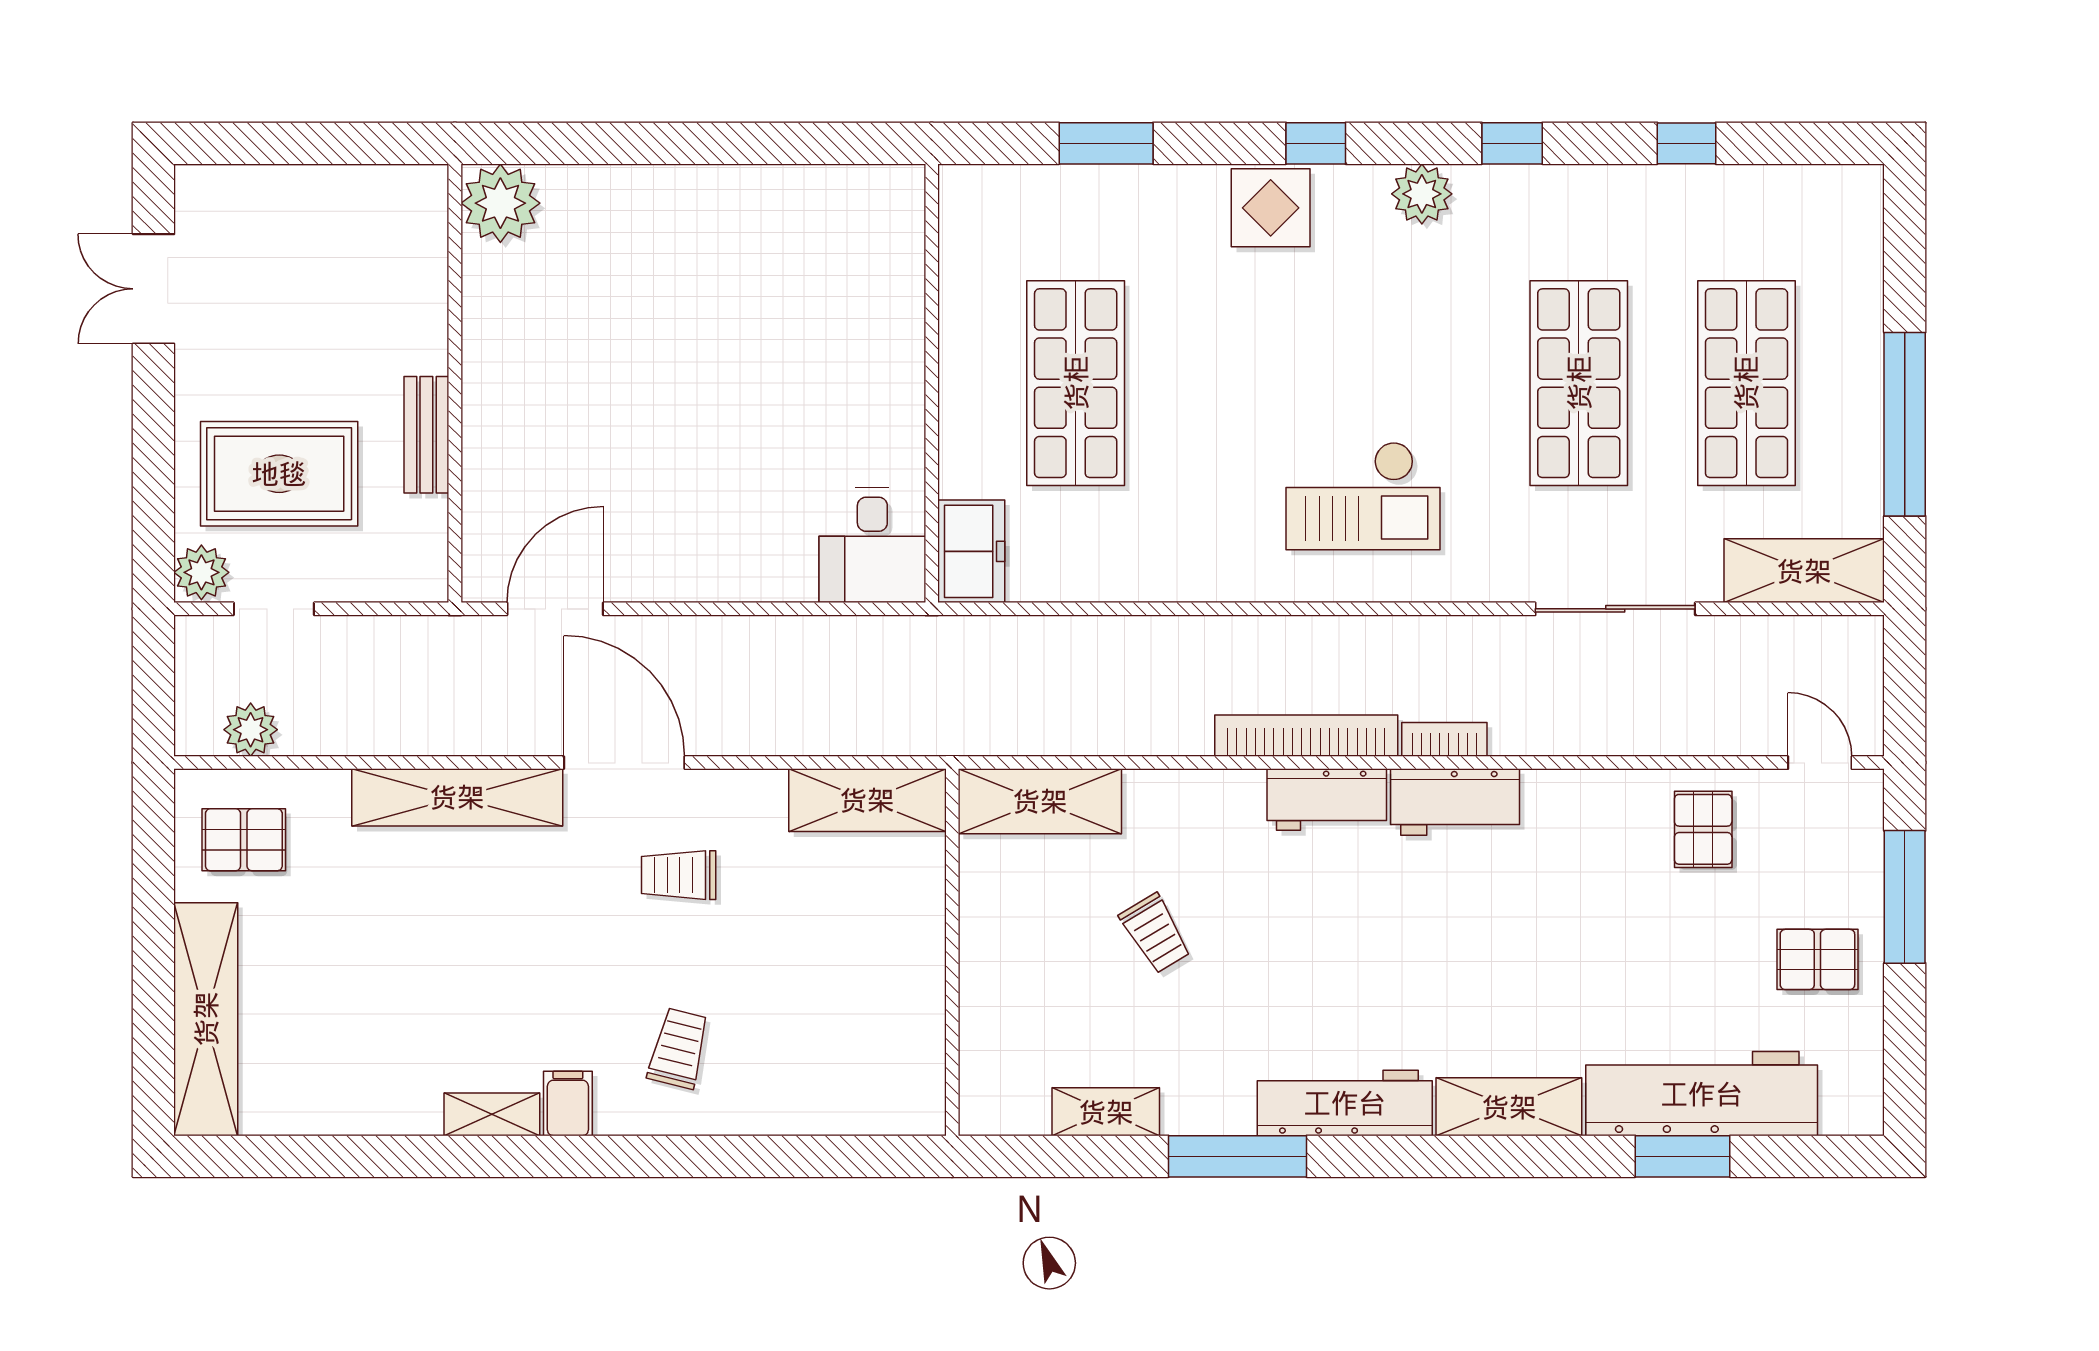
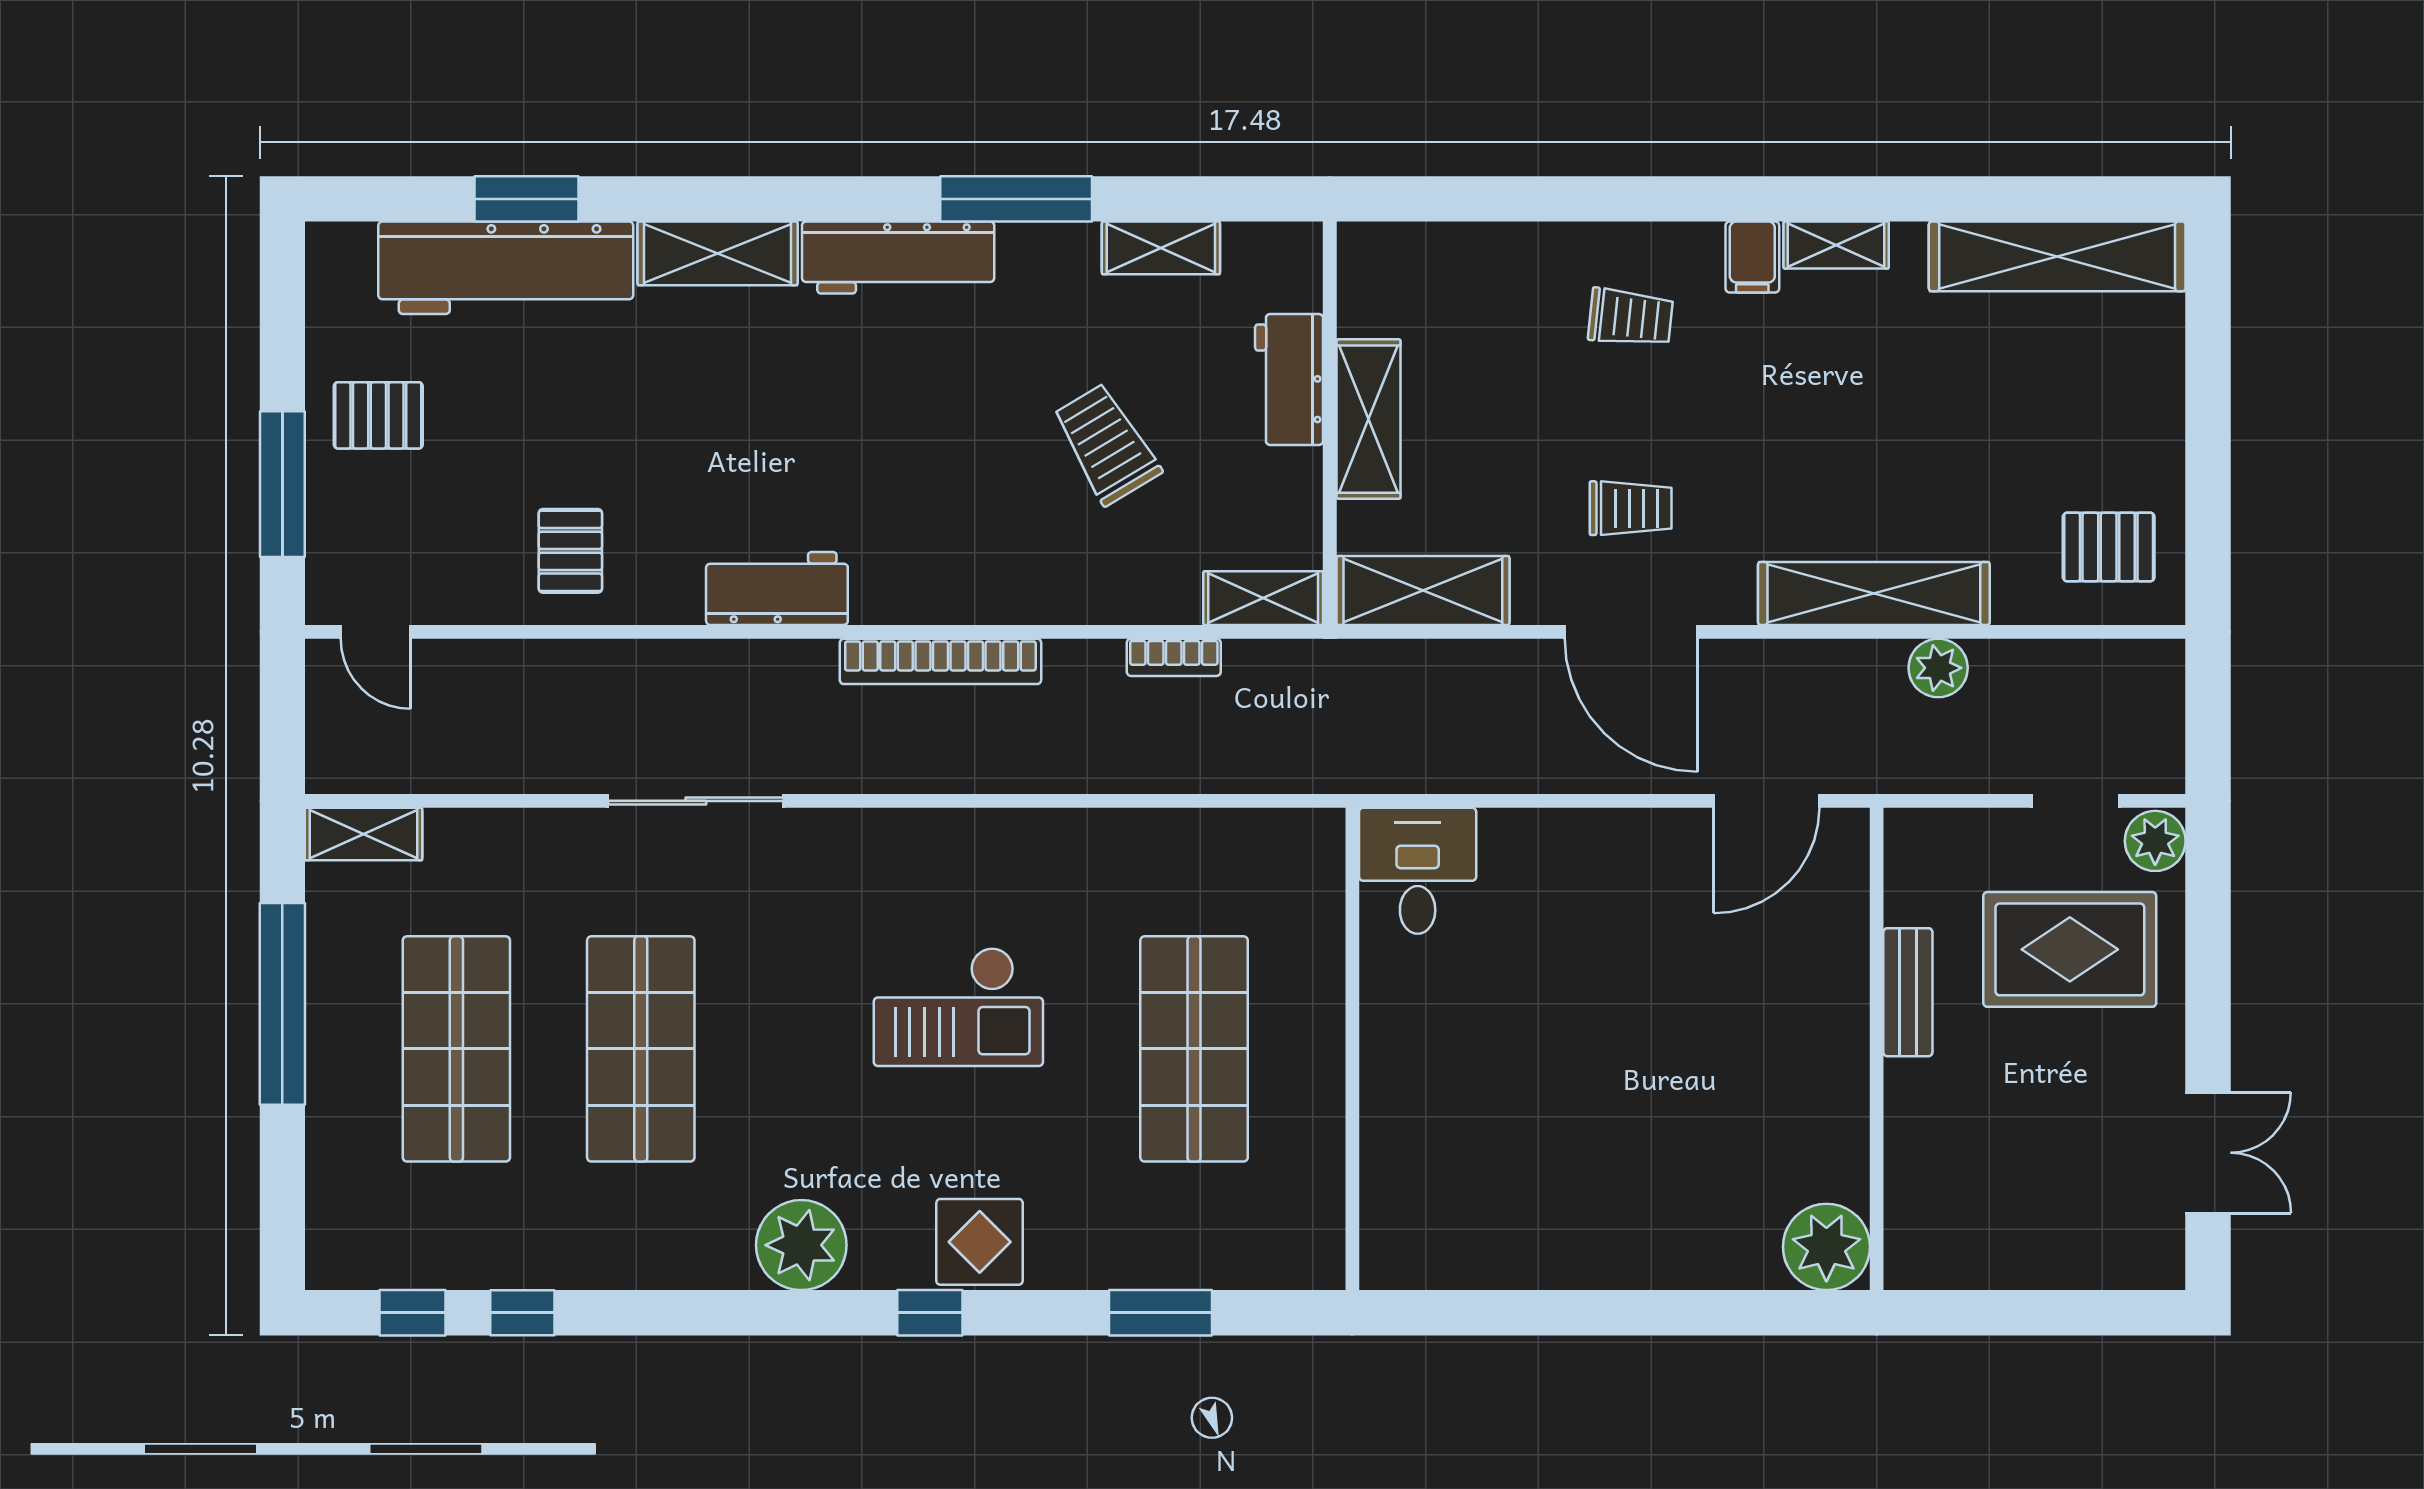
window: (1512, 143) -> (412, 1313), moved
plant: (1422, 194) -> (801, 1245), width x1.36, depth x1.36
checkout: (1363, 496) -> (958, 1007), moved, turned 180
freezer: (971, 551) -> (1309, 864), removed
shelving: (1804, 571) -> (364, 834), width x0.67, depth x0.75
sliding door: (1615, 609) -> (696, 801), moved
plant: (251, 730) -> (1938, 668), moved
bookcase: (1444, 739) -> (1174, 657), moved
door: (624, 763) -> (1631, 632), moved
workbench: (1327, 800) -> (1289, 380), moved, turned -90
shelving: (1040, 801) -> (1263, 598), width x0.67, depth x0.75
pallet: (1703, 829) -> (570, 551), moved
trolley: (1155, 933) -> (1106, 444), width x1.36, depth x1.39
shelving: (917, 956) -> (1368, 419), added
shelving: (206, 1019) -> (2057, 256), moved, turned 90
trolley: (679, 1048) -> (1631, 318), turned -98

